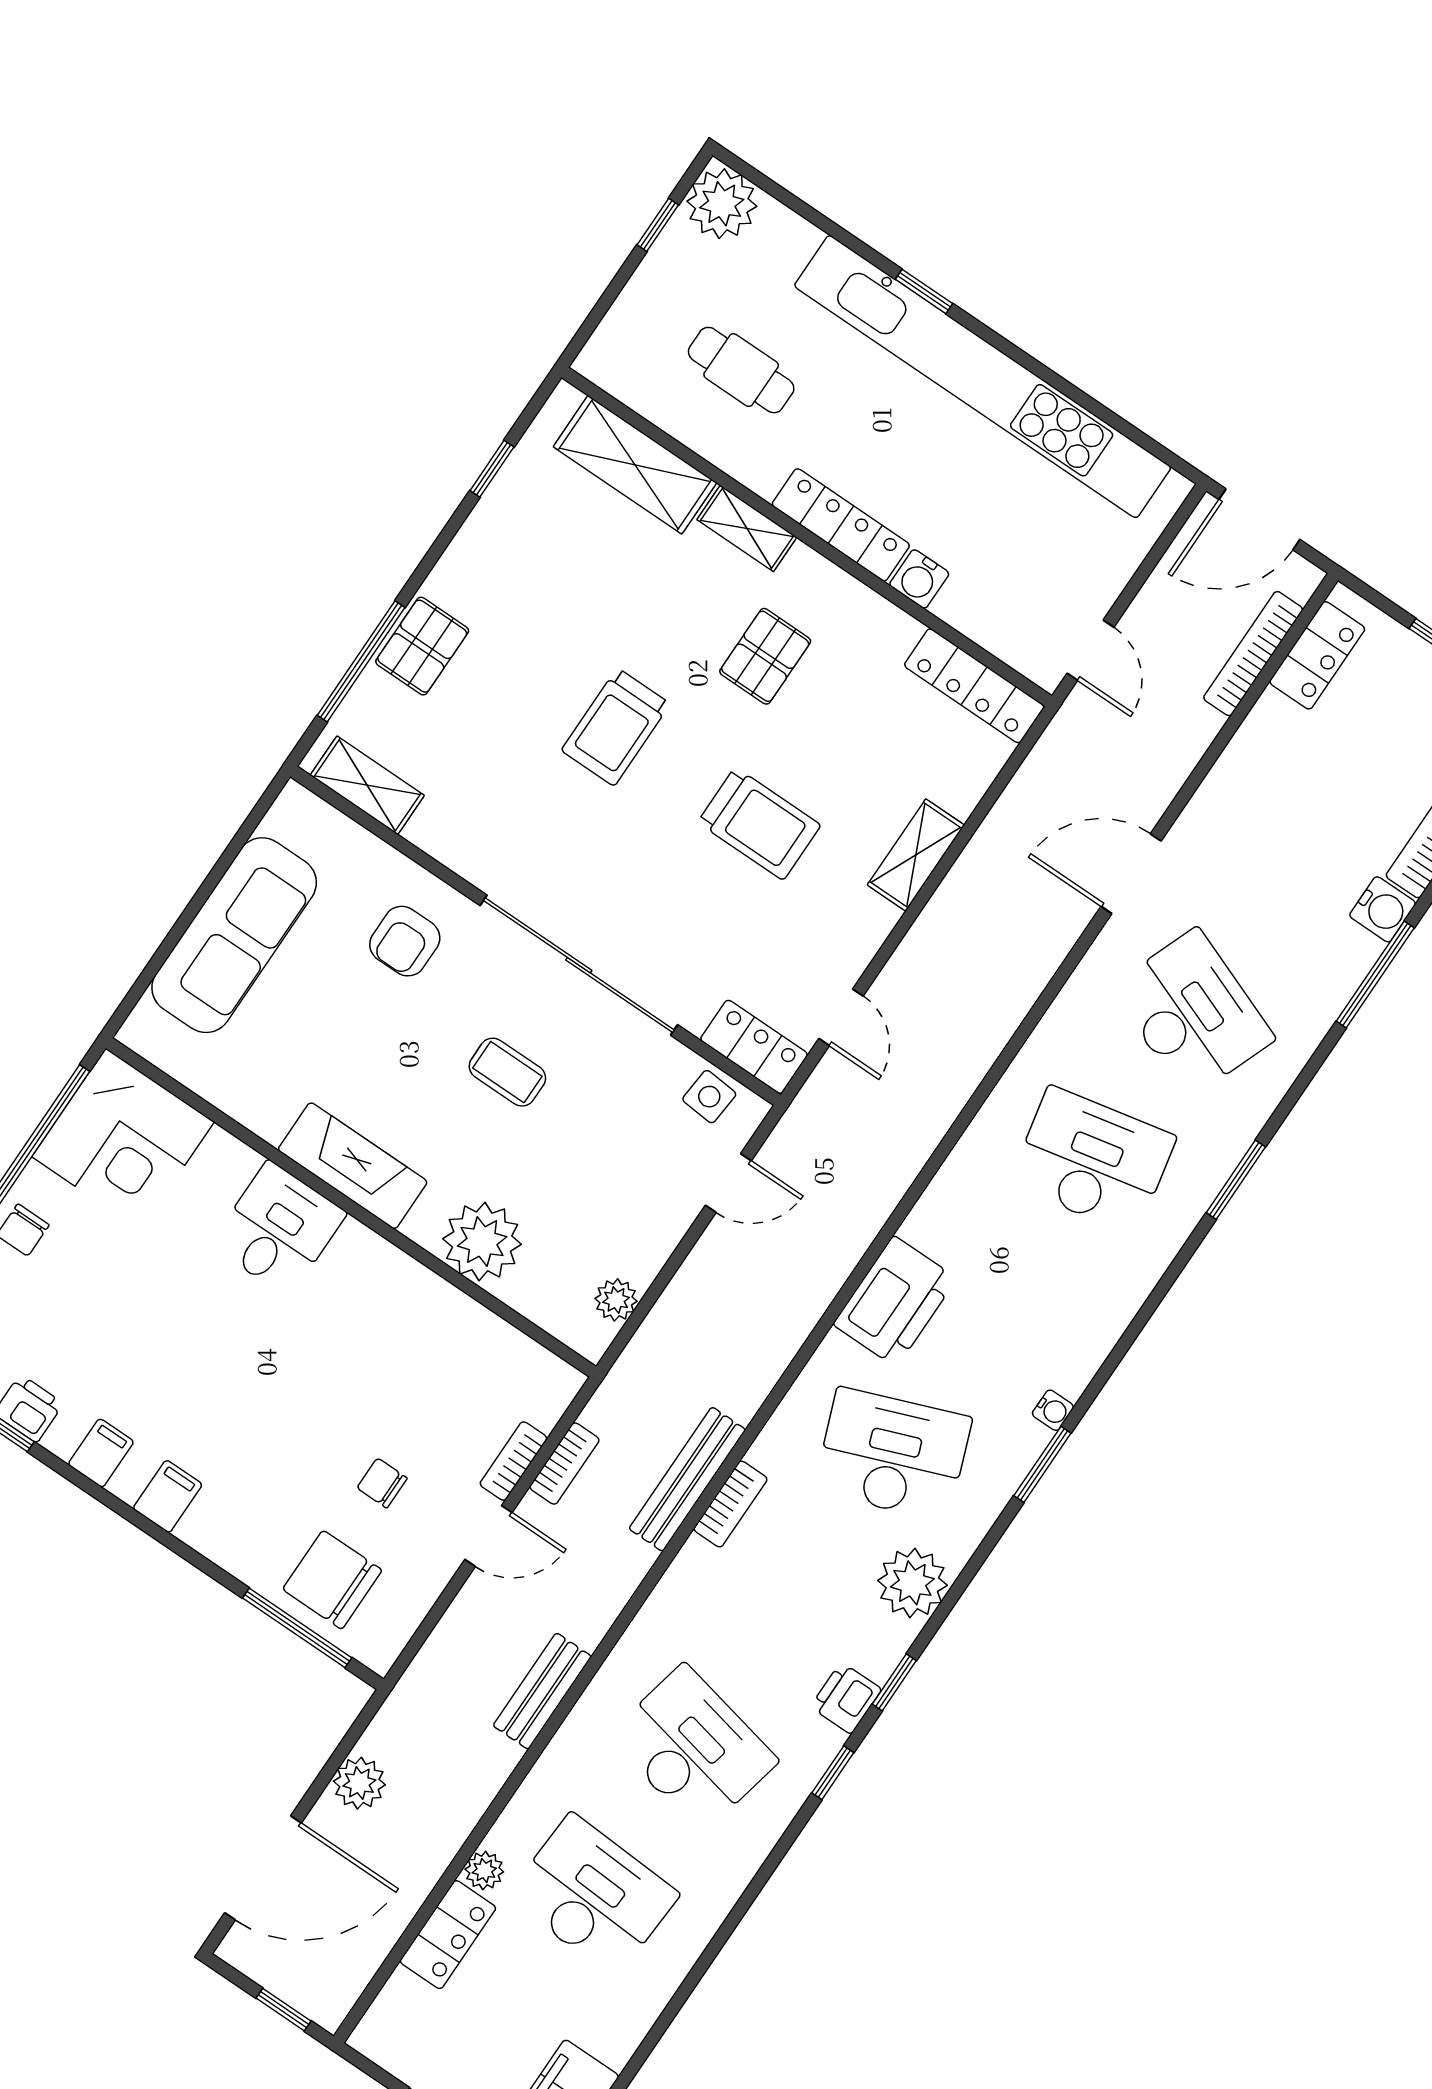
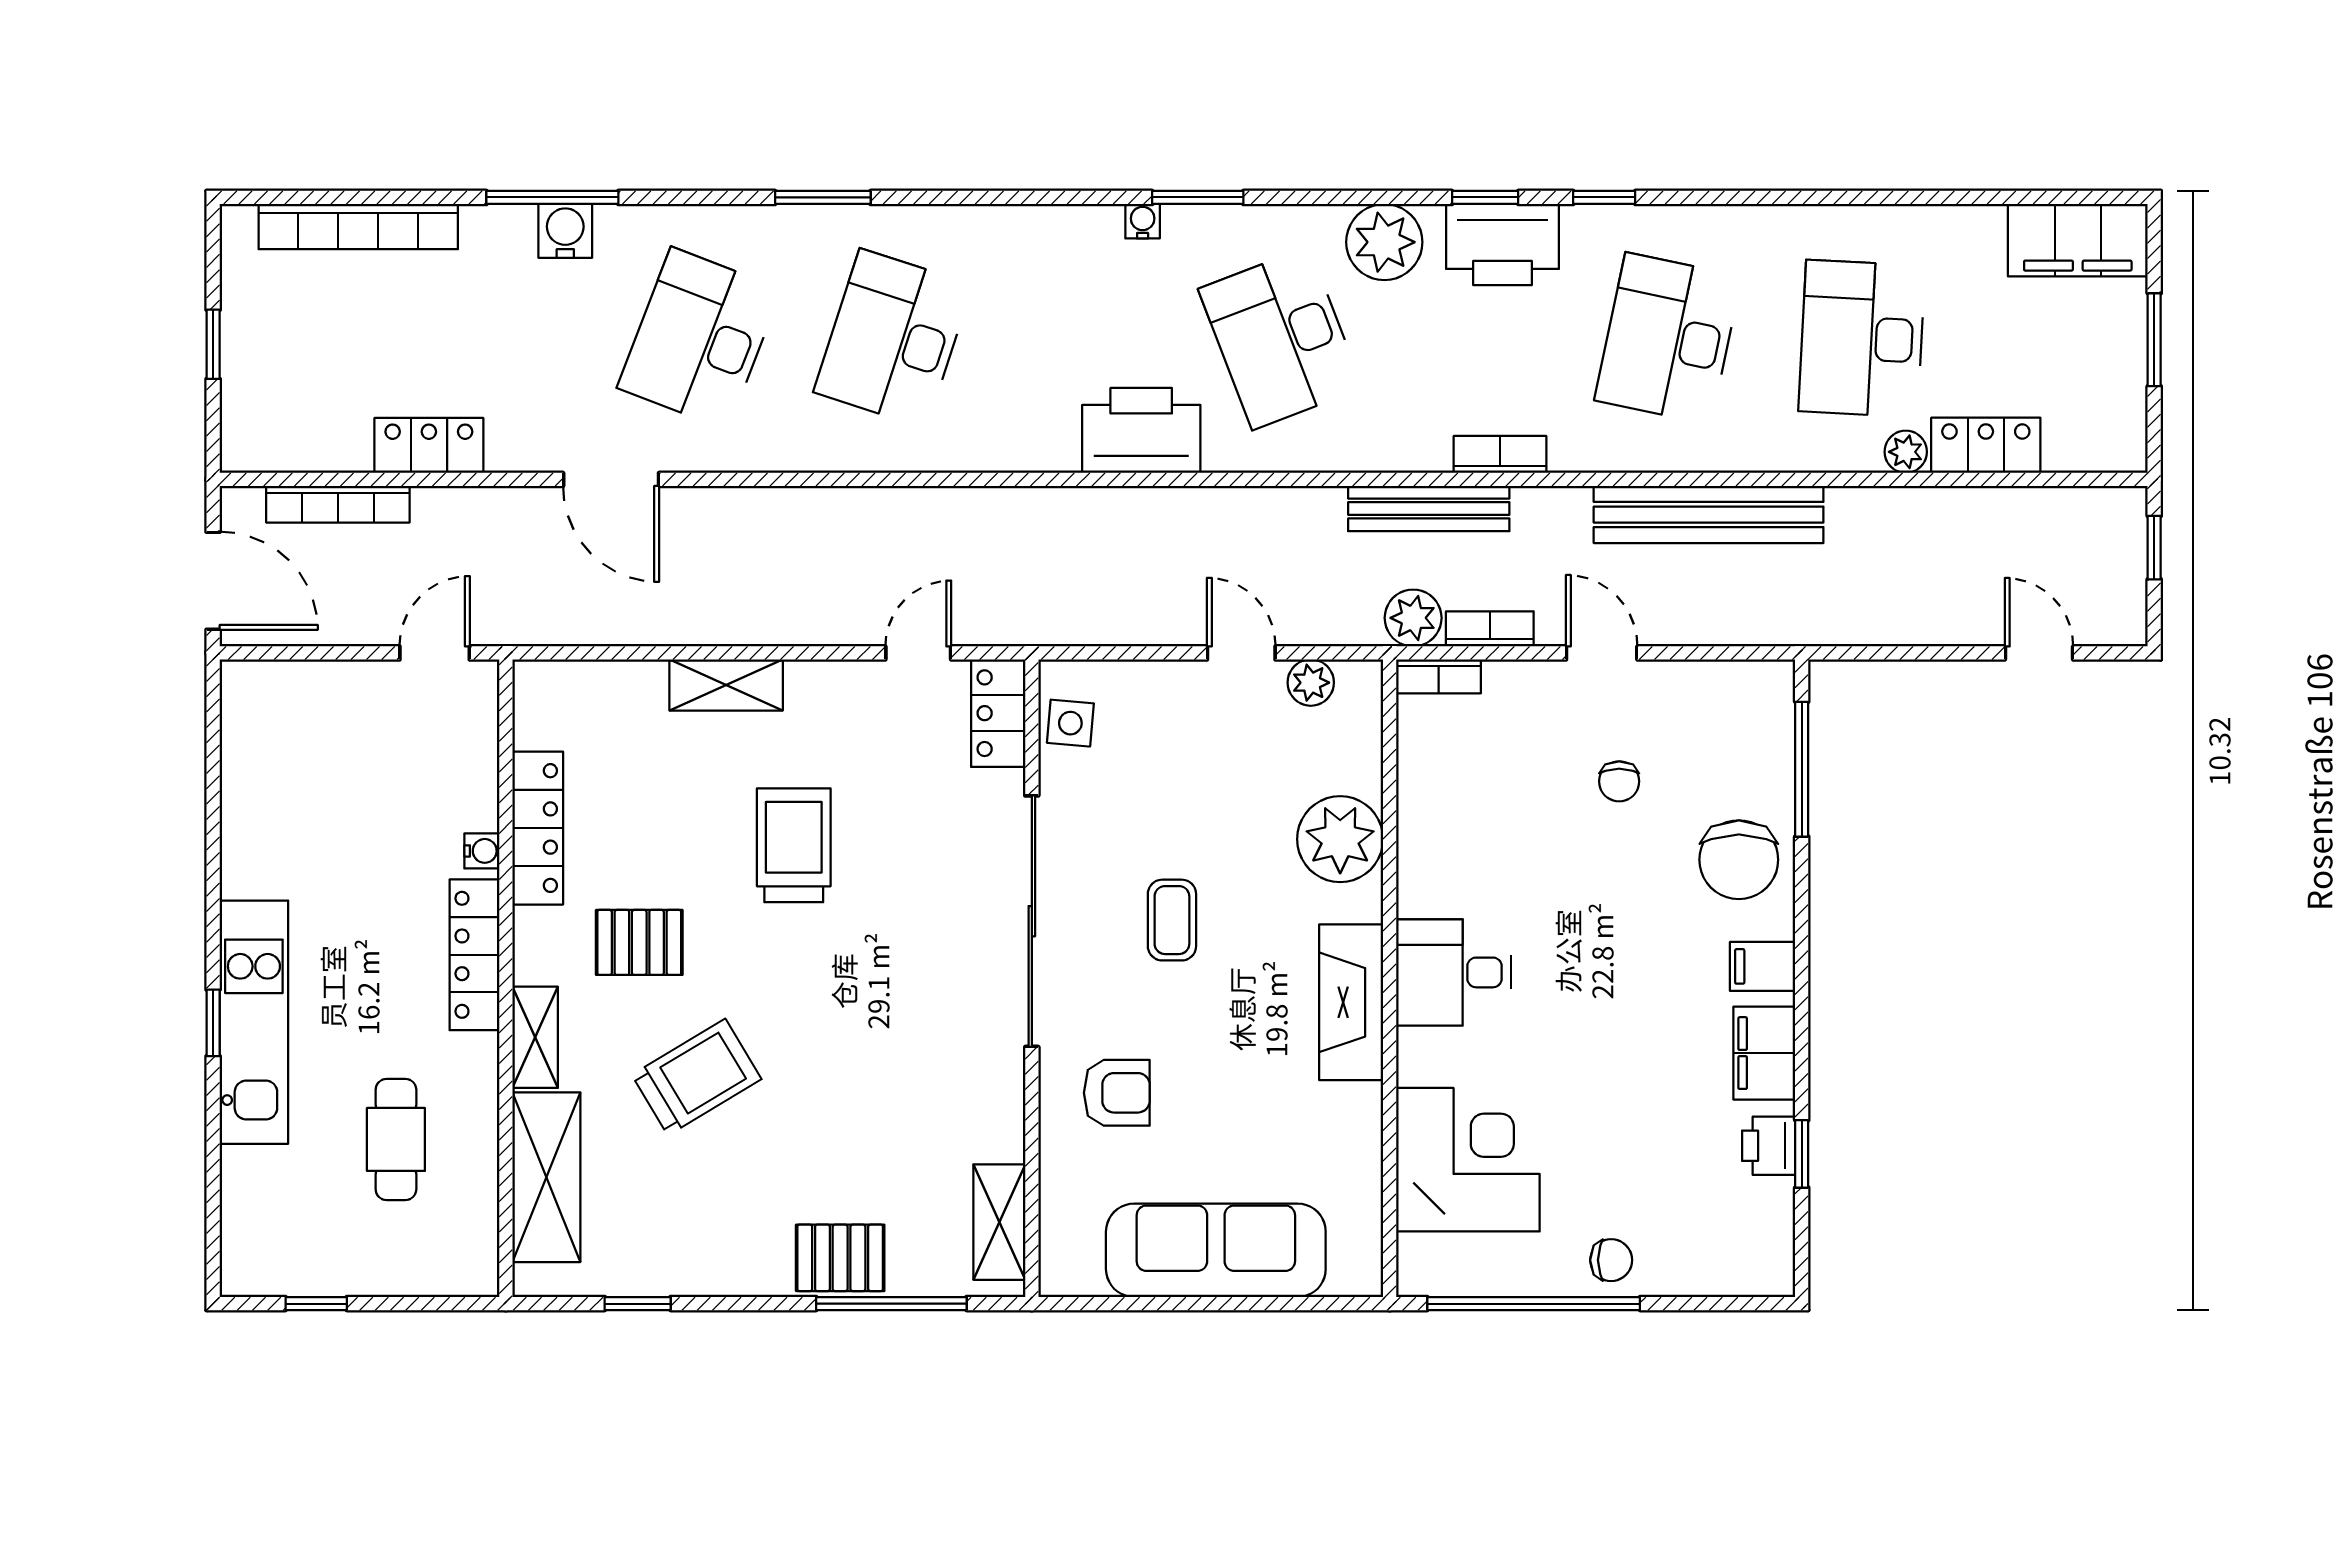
plant: (722, 204) -> (258, 1259), removed
kitchen unit: (983, 377) -> (254, 1022), width x0.54
water cooler: (919, 579) -> (482, 851), width x0.72, depth x0.72
locker: (1317, 655) -> (429, 445), moved
locker: (974, 686) -> (538, 828), moved
trolley: (616, 727) -> (697, 1077), moved, turned -31
water cooler: (1383, 909) -> (565, 231), moved
corner desk: (123, 1139) -> (1468, 1160), moved
desk: (1093, 1160) -> (893, 338), turned 30
door: (728, 1183) -> (1241, 653), moved
desk: (278, 1229) -> (1454, 972), moved
filing cabinet: (101, 1453) -> (1764, 1053), width x2.00
bookcase: (513, 1461) -> (1439, 676), moved
bookcase: (730, 1504) -> (1500, 454), moved
chair: (332, 1580) -> (1739, 860), moved
bench: (542, 1691) -> (1709, 515), width x1.86, depth x1.21
printer: (846, 1698) -> (1502, 245), width x1.87, depth x1.48
plant: (359, 1783) -> (1413, 618), moved
door: (263, 1868) -> (2039, 653), width x0.53

